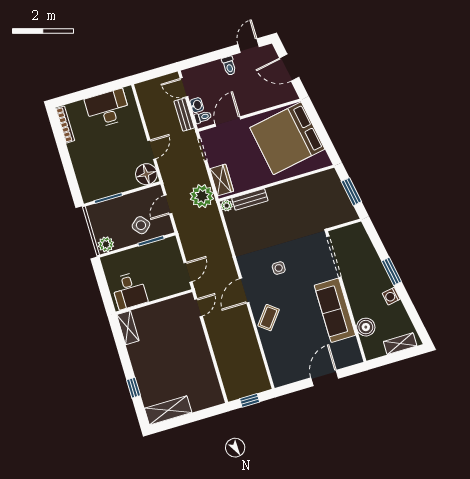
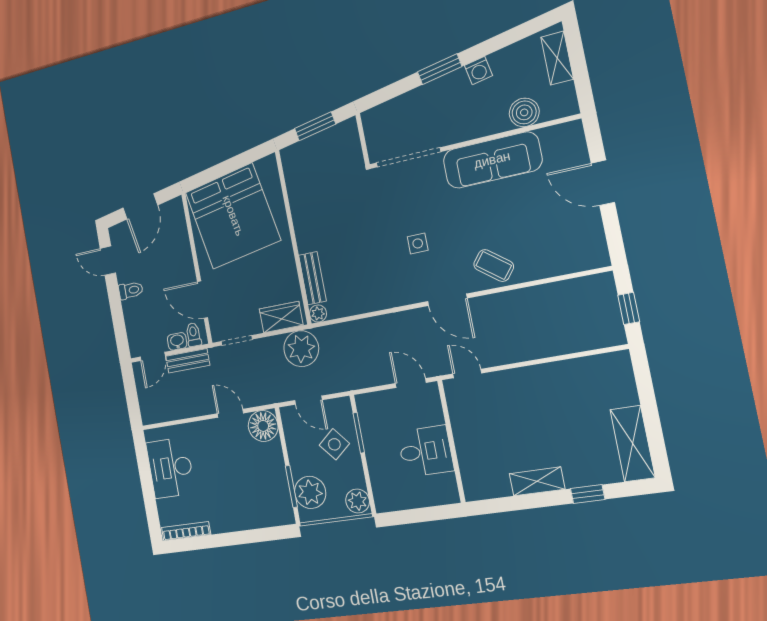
plant: (106, 212) -> (310, 492), added
desk: (129, 291) -> (425, 451), moved
shelving: (128, 328) -> (537, 481), moved

